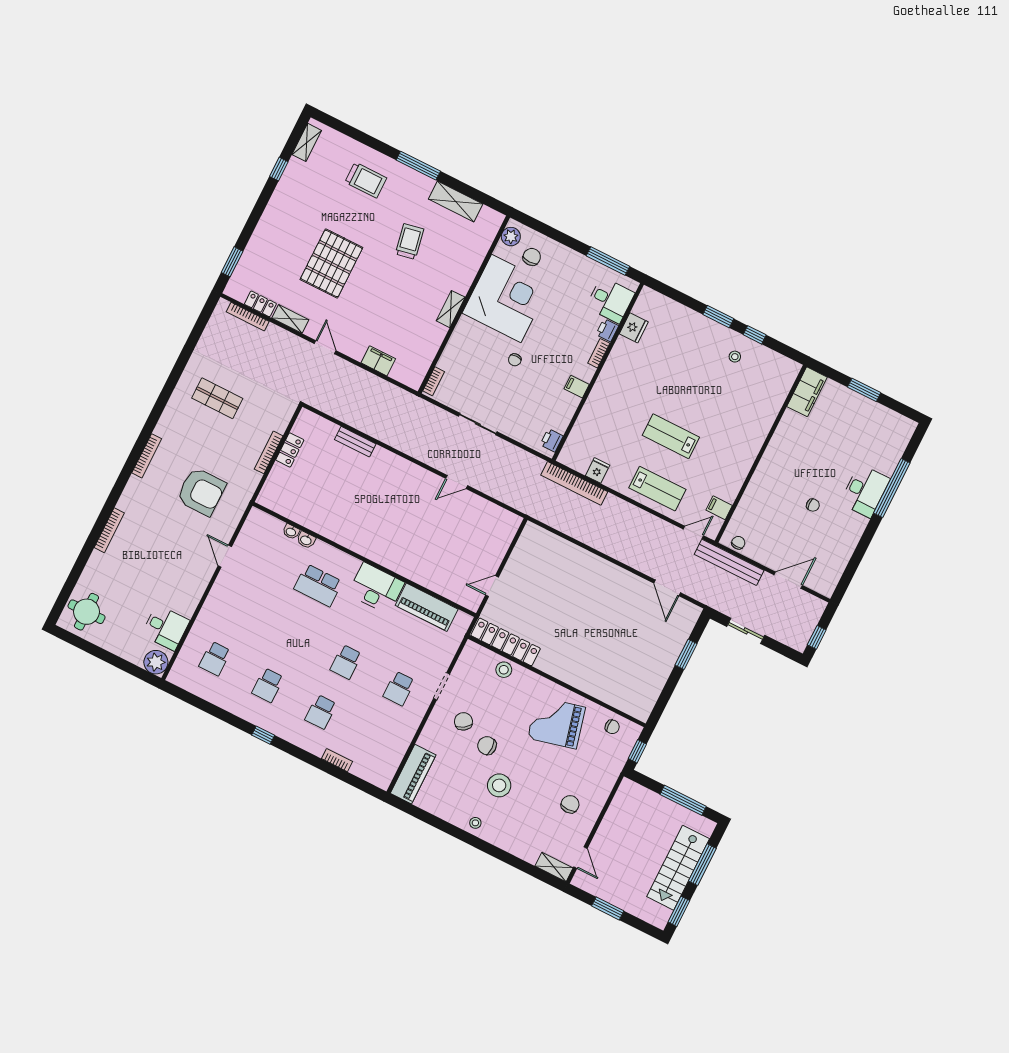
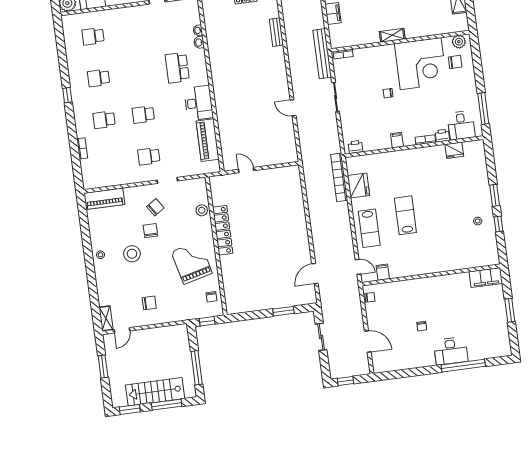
fridge: (598, 470) -> (359, 186), width x1.88, depth x1.34
bench: (729, 562) -> (322, 54), moved
locker: (506, 642) -> (223, 230), moved

